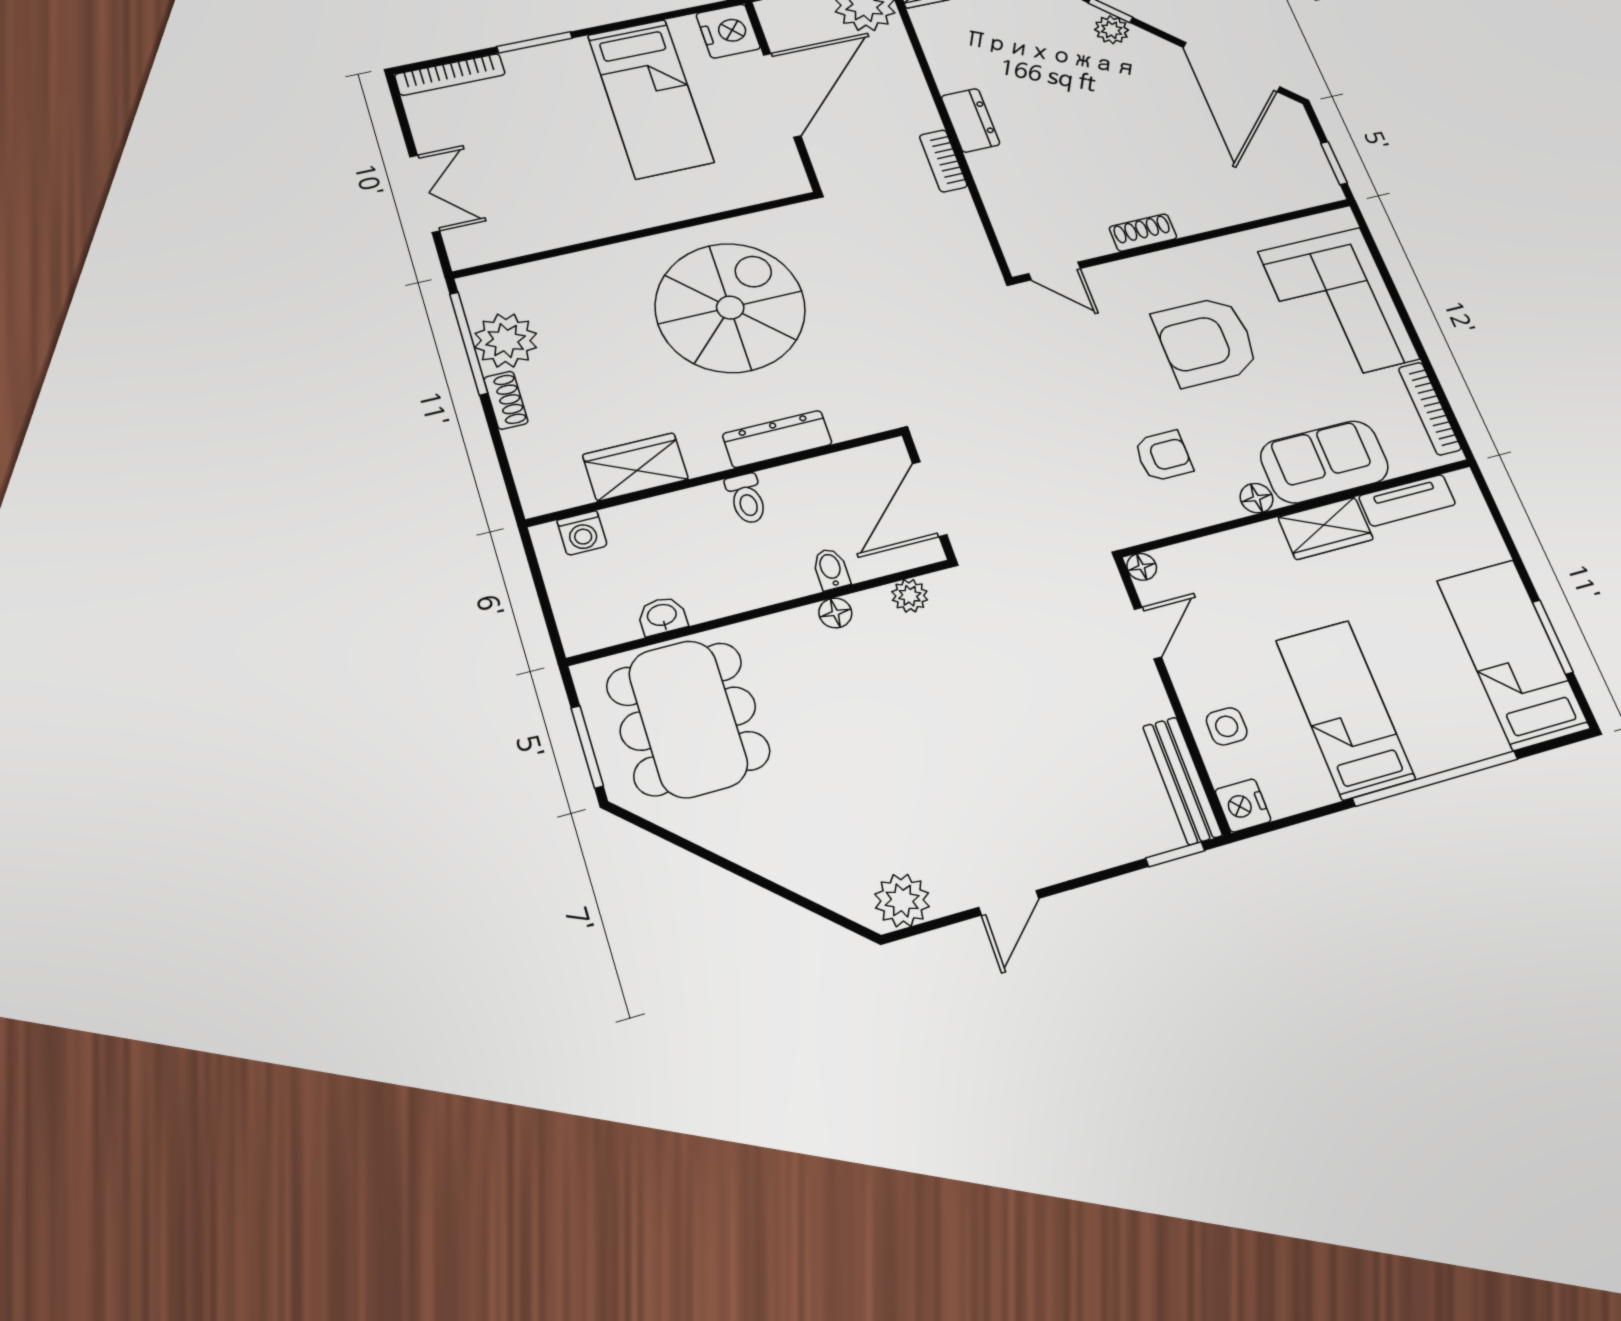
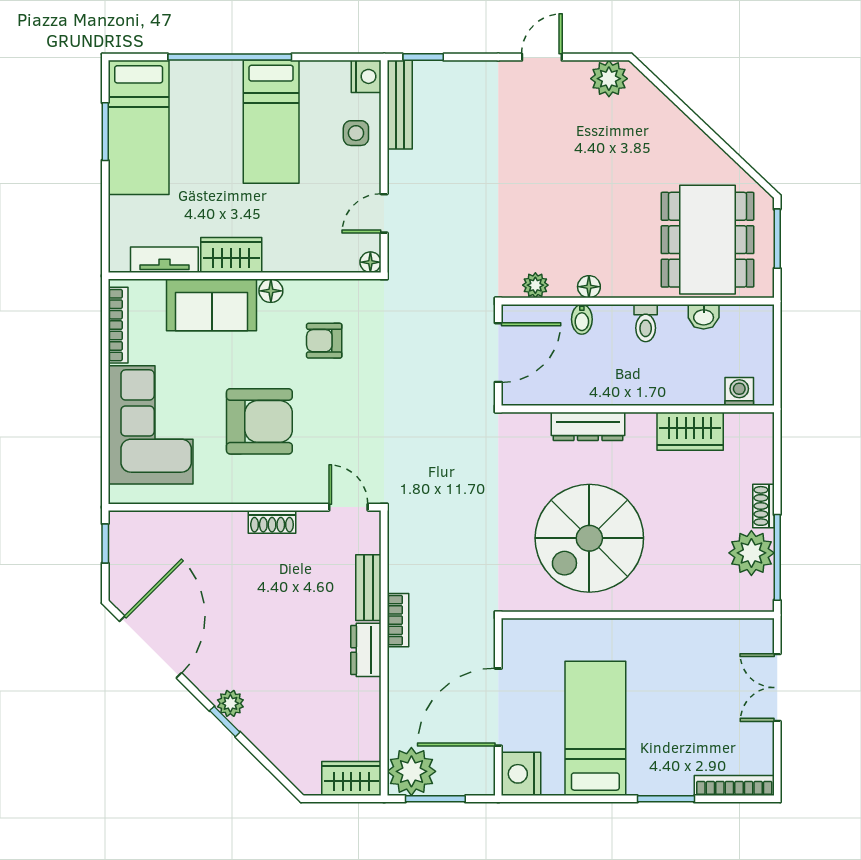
bench: (994, 188) -> (368, 588), added
toilet: (746, 499) -> (646, 323), moved, turned 180

